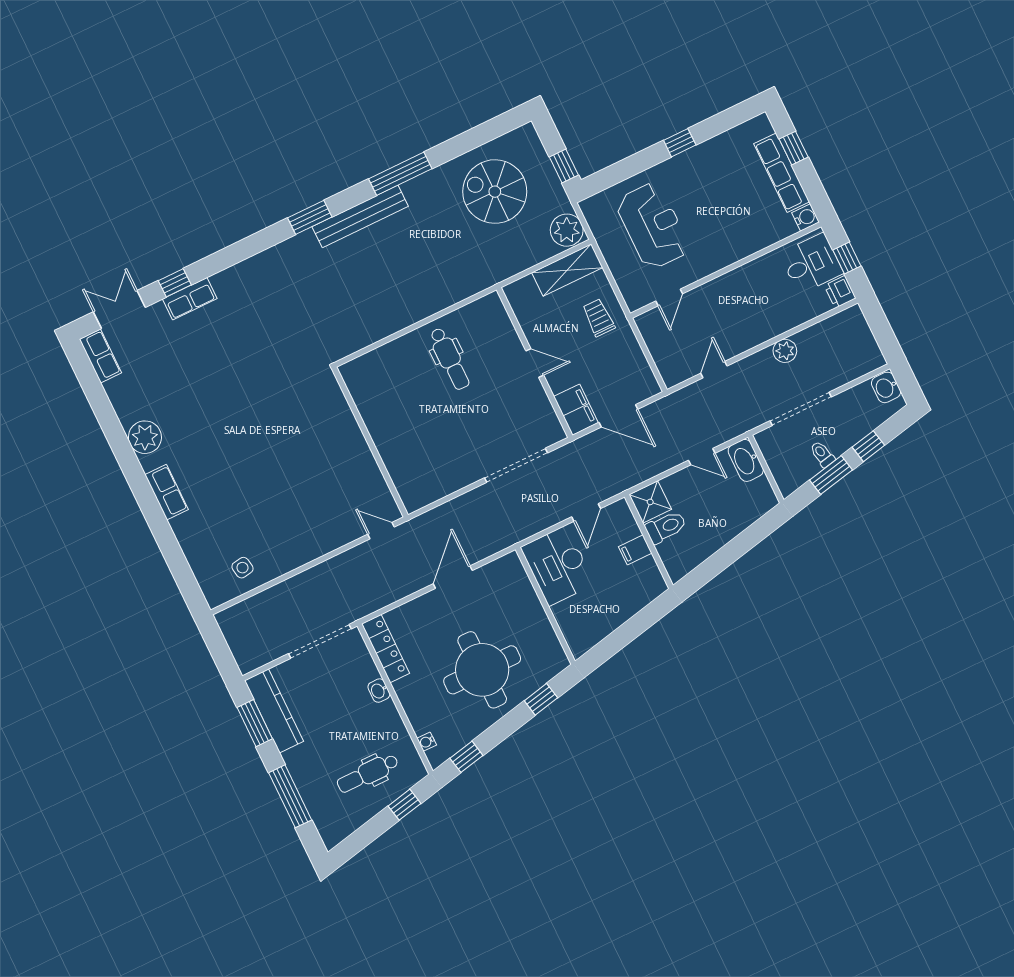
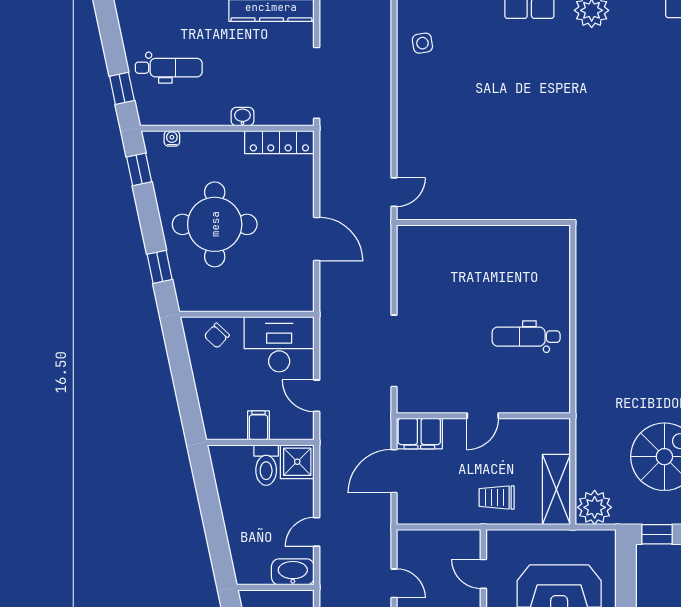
trolley: (599, 318) -> (497, 497), turned 180
chair: (576, 622) -> (217, 336), added
dental chair: (368, 773) -> (169, 68), turned 90

